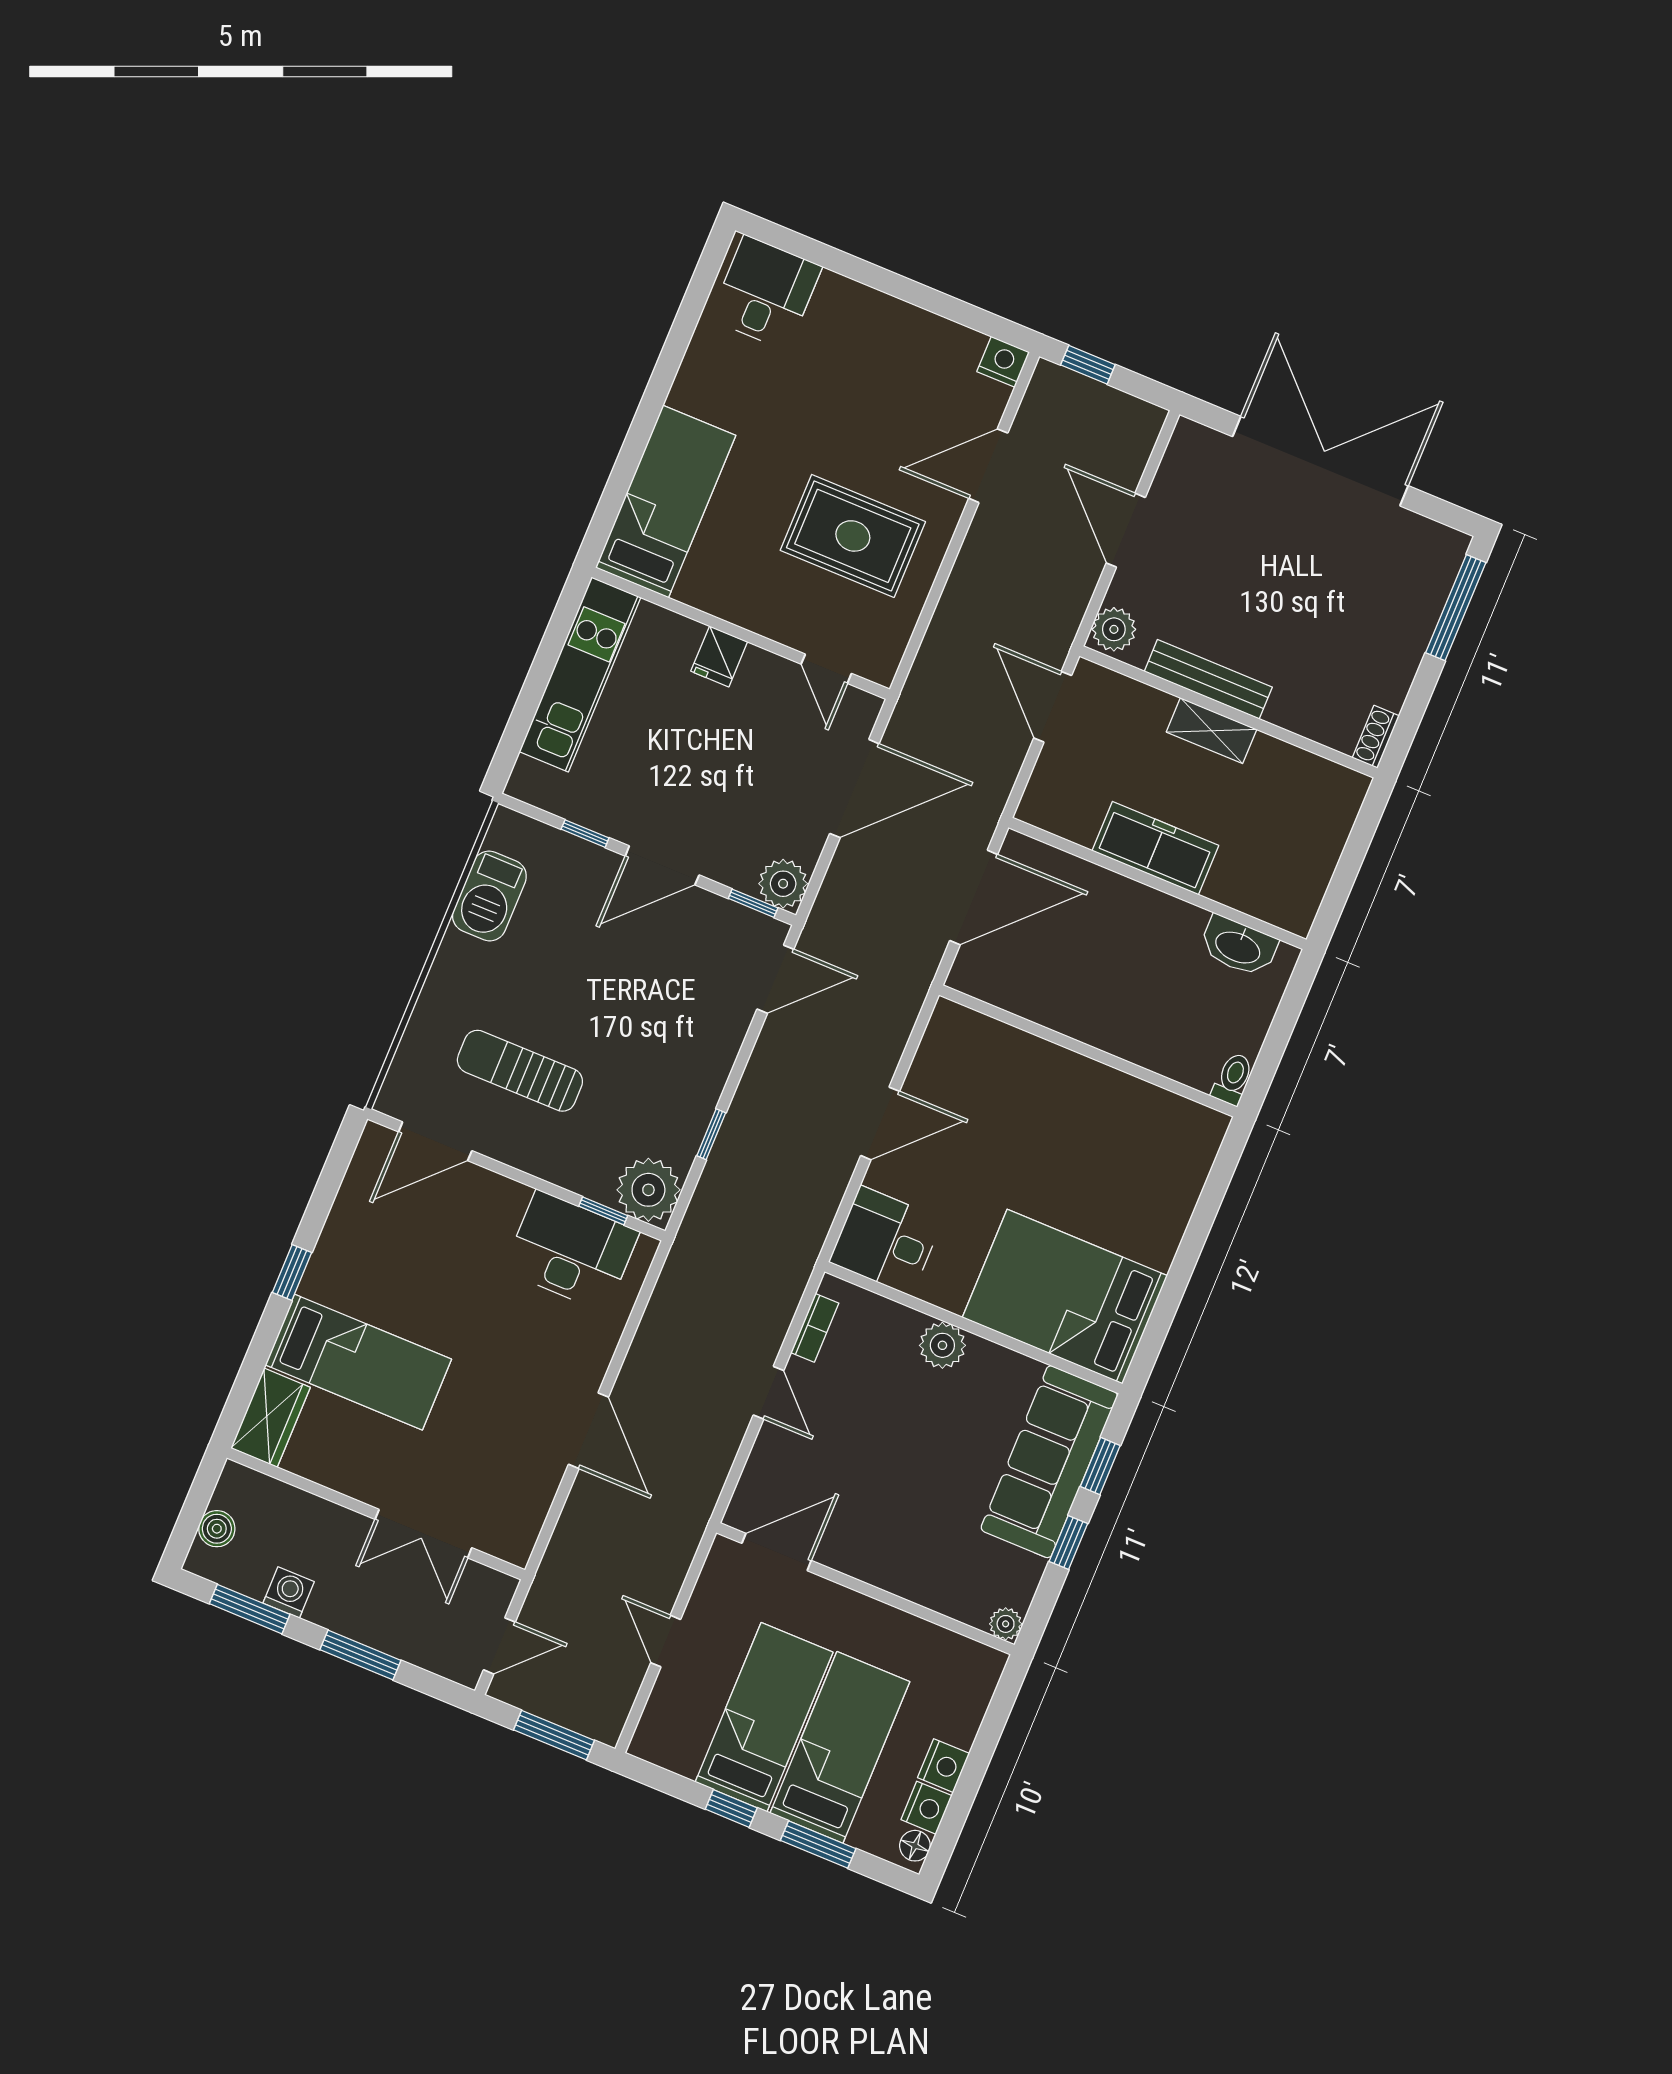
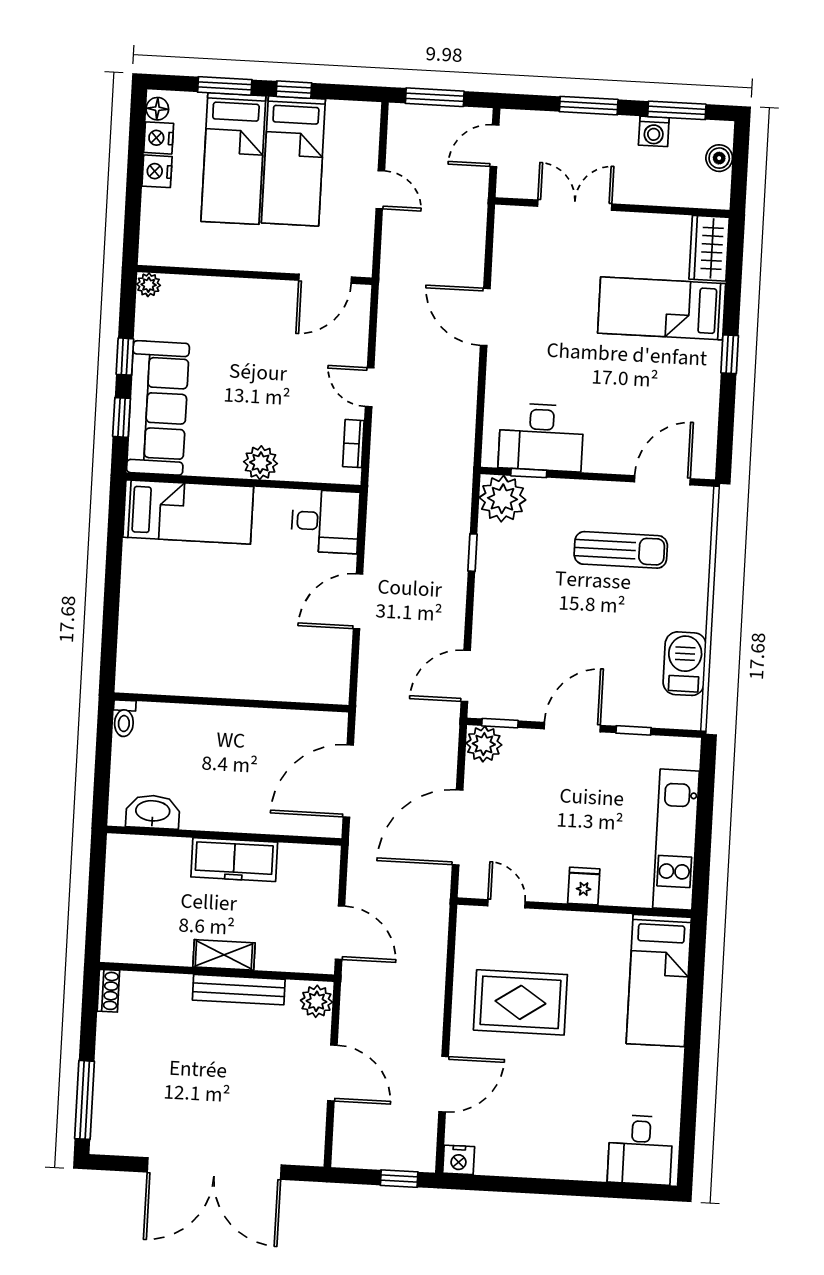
bed: (1065, 1297) -> (188, 512), width x0.67

